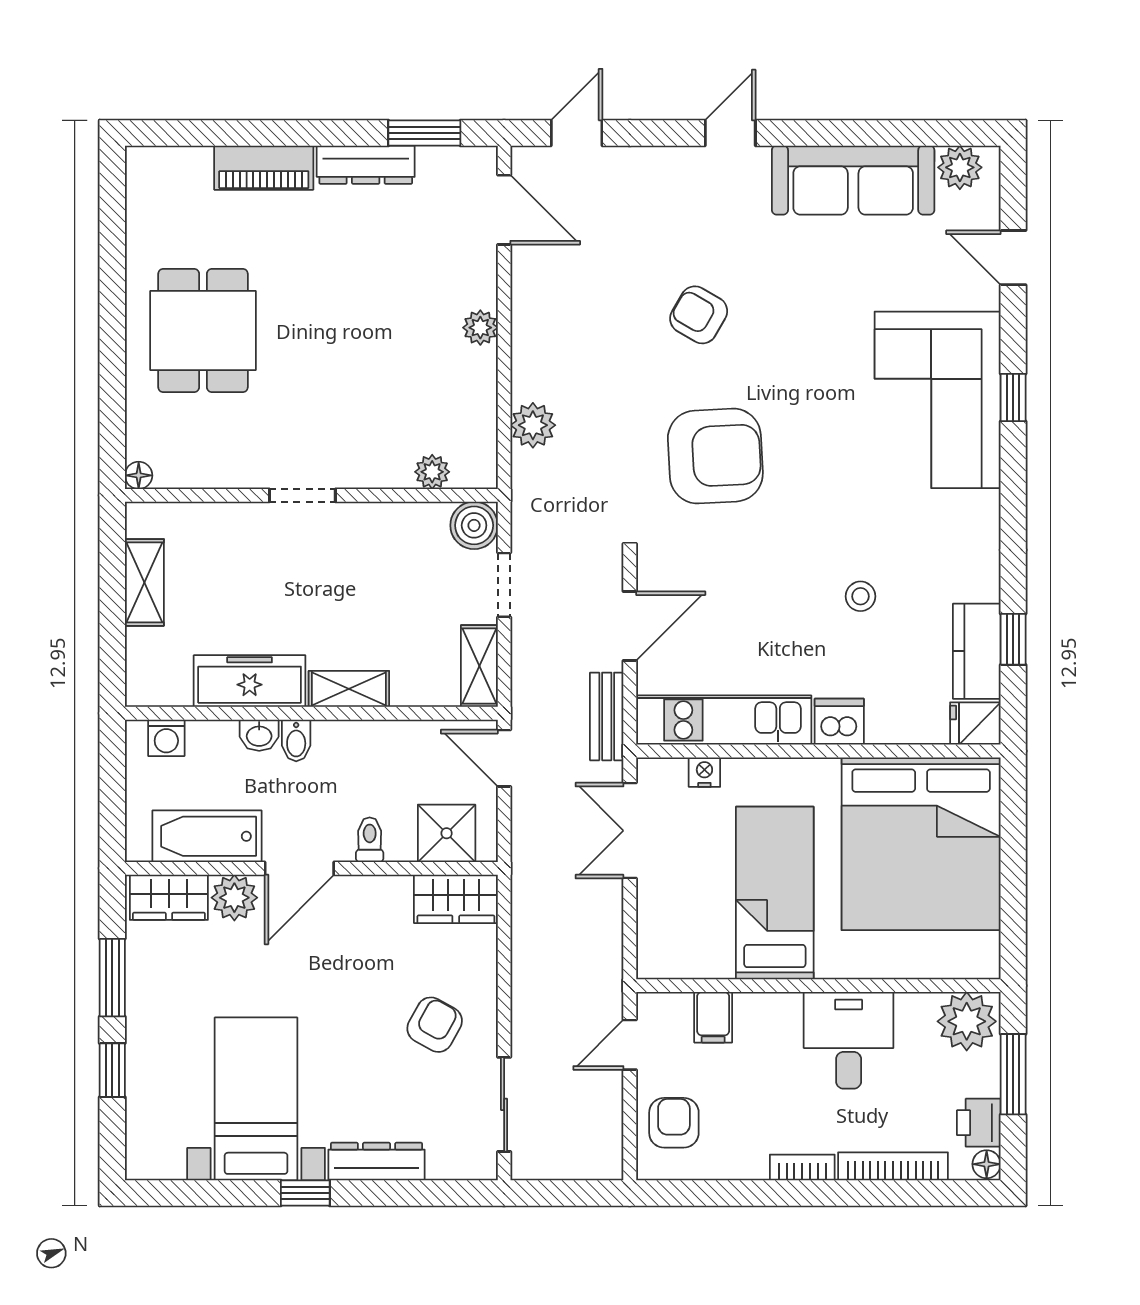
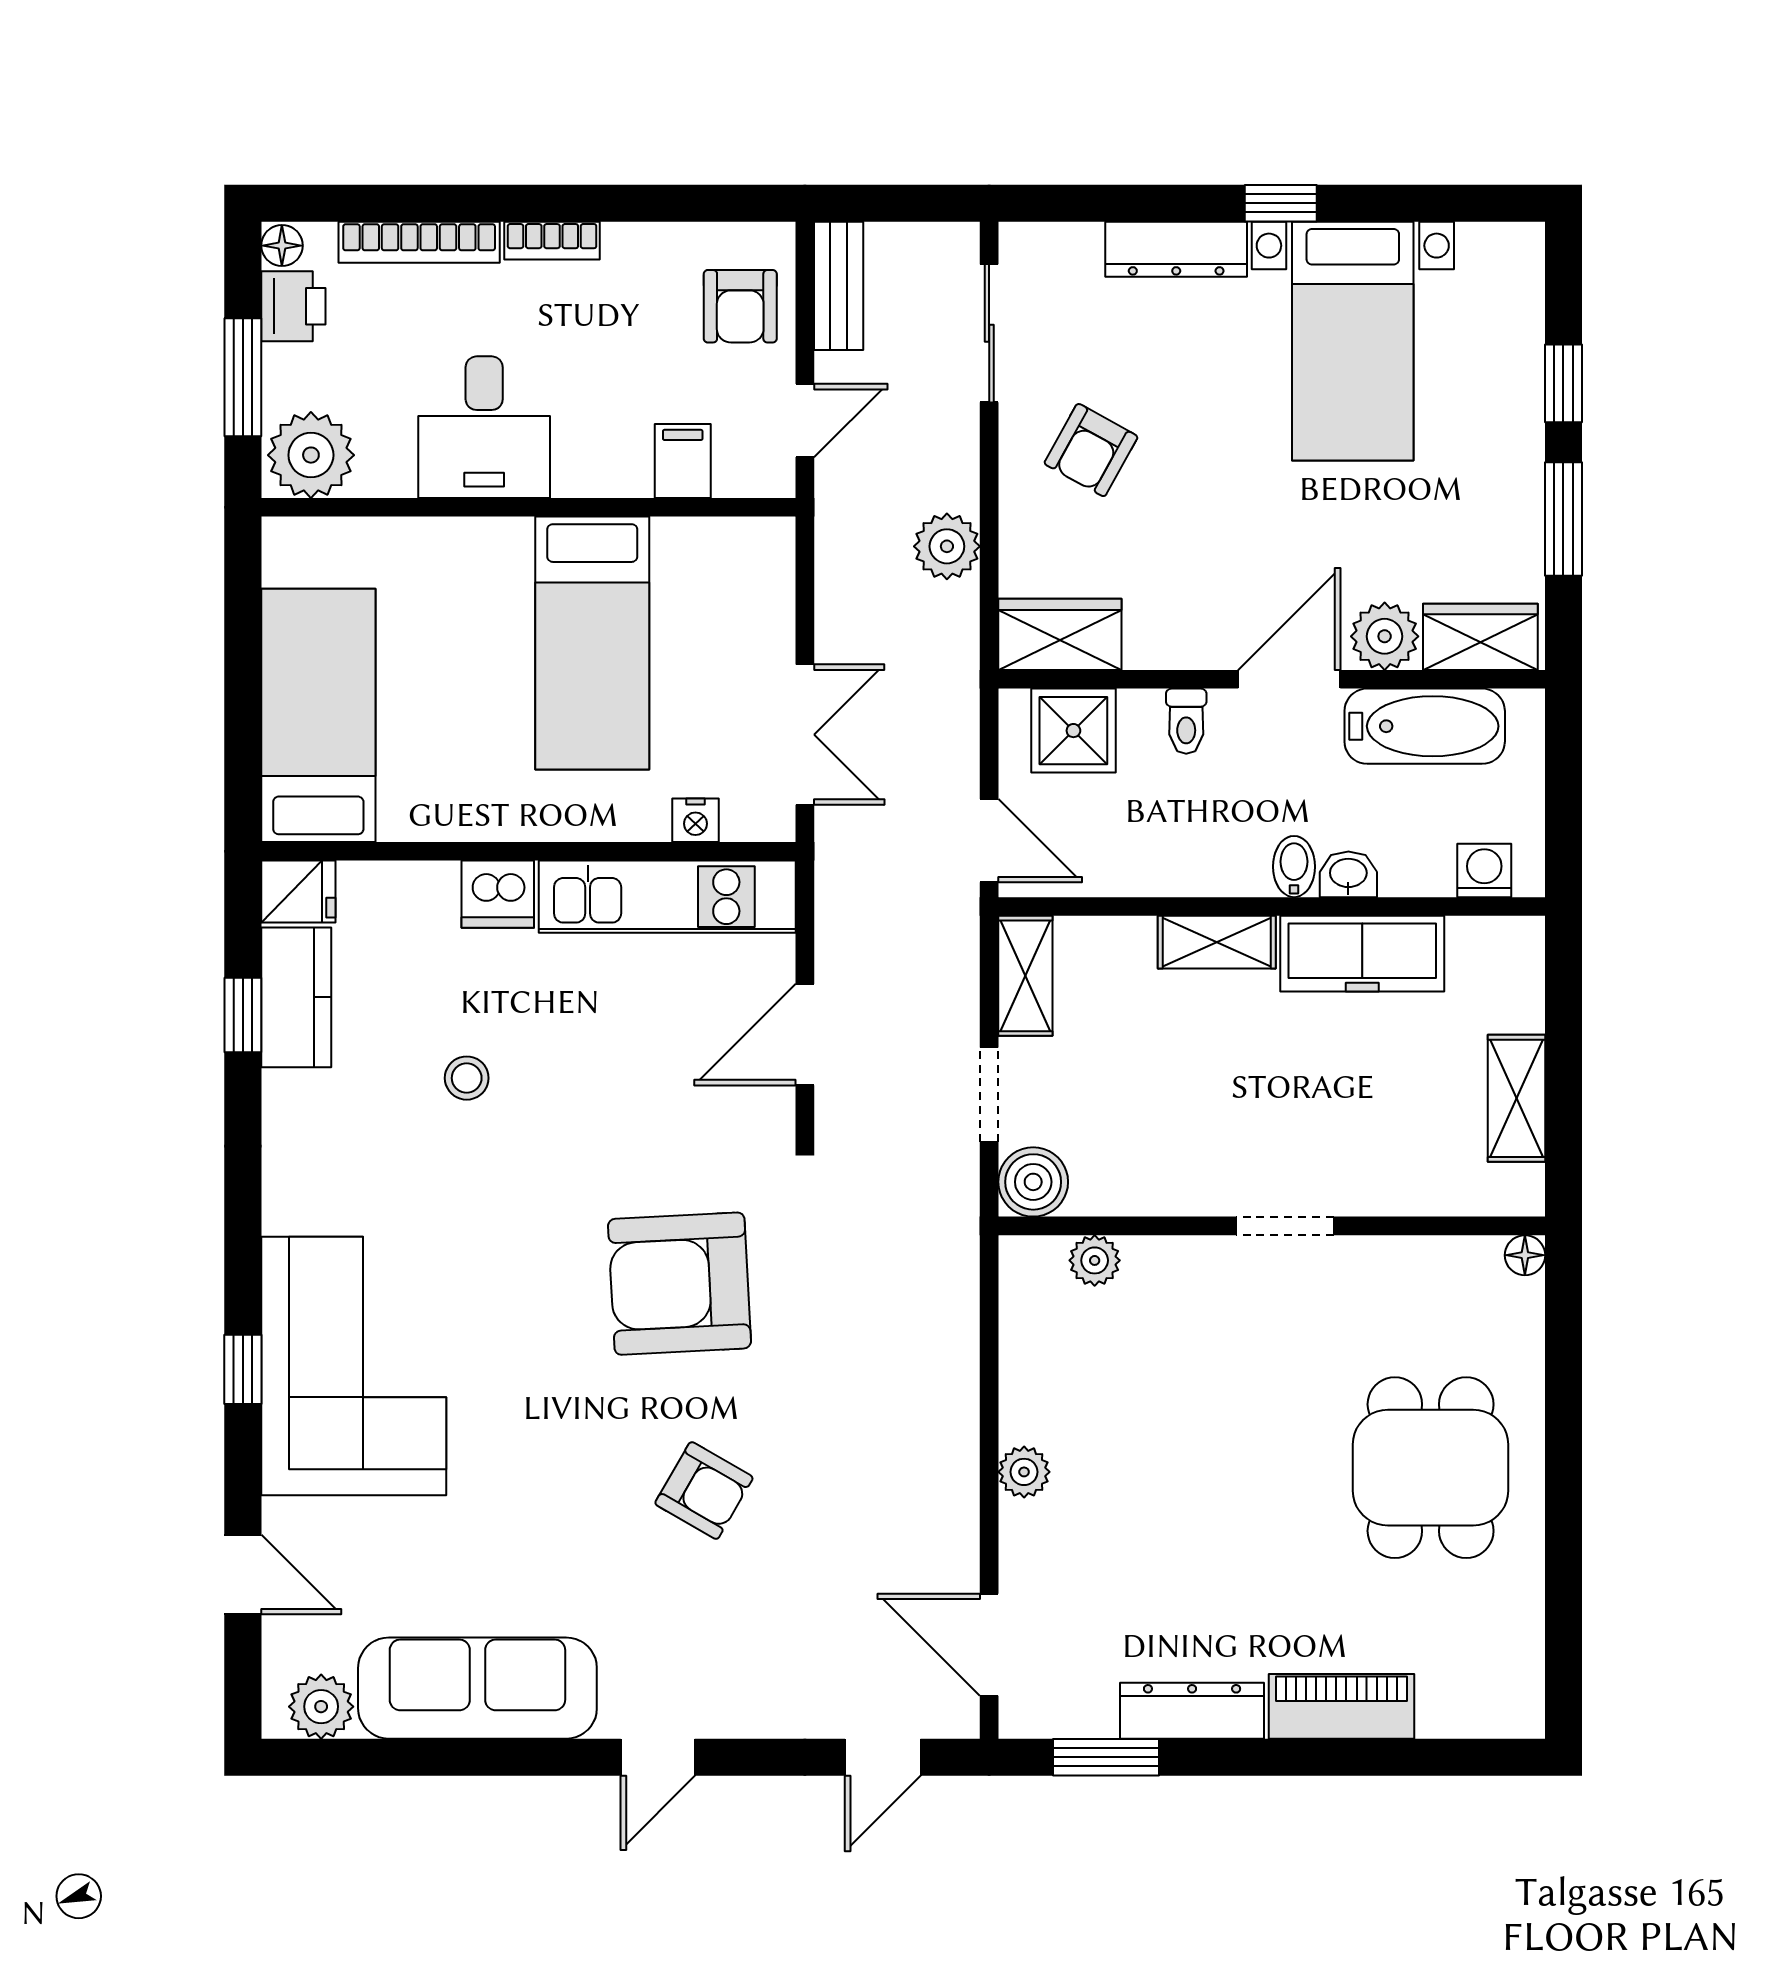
plant: (533, 425) -> (947, 546), moved
bench: (607, 716) -> (839, 286), moved
bed: (921, 844) -> (318, 715), width x0.49

